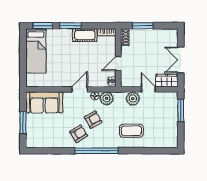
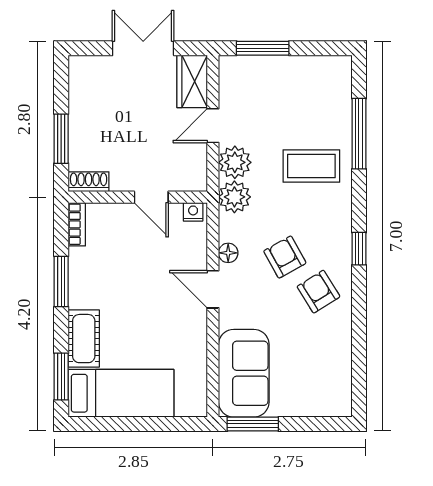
window: (71, 26) -> (61, 282), moved
cot: (85, 35) -> (84, 339), moved
double door: (181, 60) -> (143, 48), swing flipped
plant: (107, 98) -> (234, 197), moved
window: (23, 123) -> (253, 424), moved
coffee table: (131, 131) -> (311, 166), turned 90
window: (97, 151) -> (359, 249), width x0.32
window: (145, 151) -> (359, 134), added

